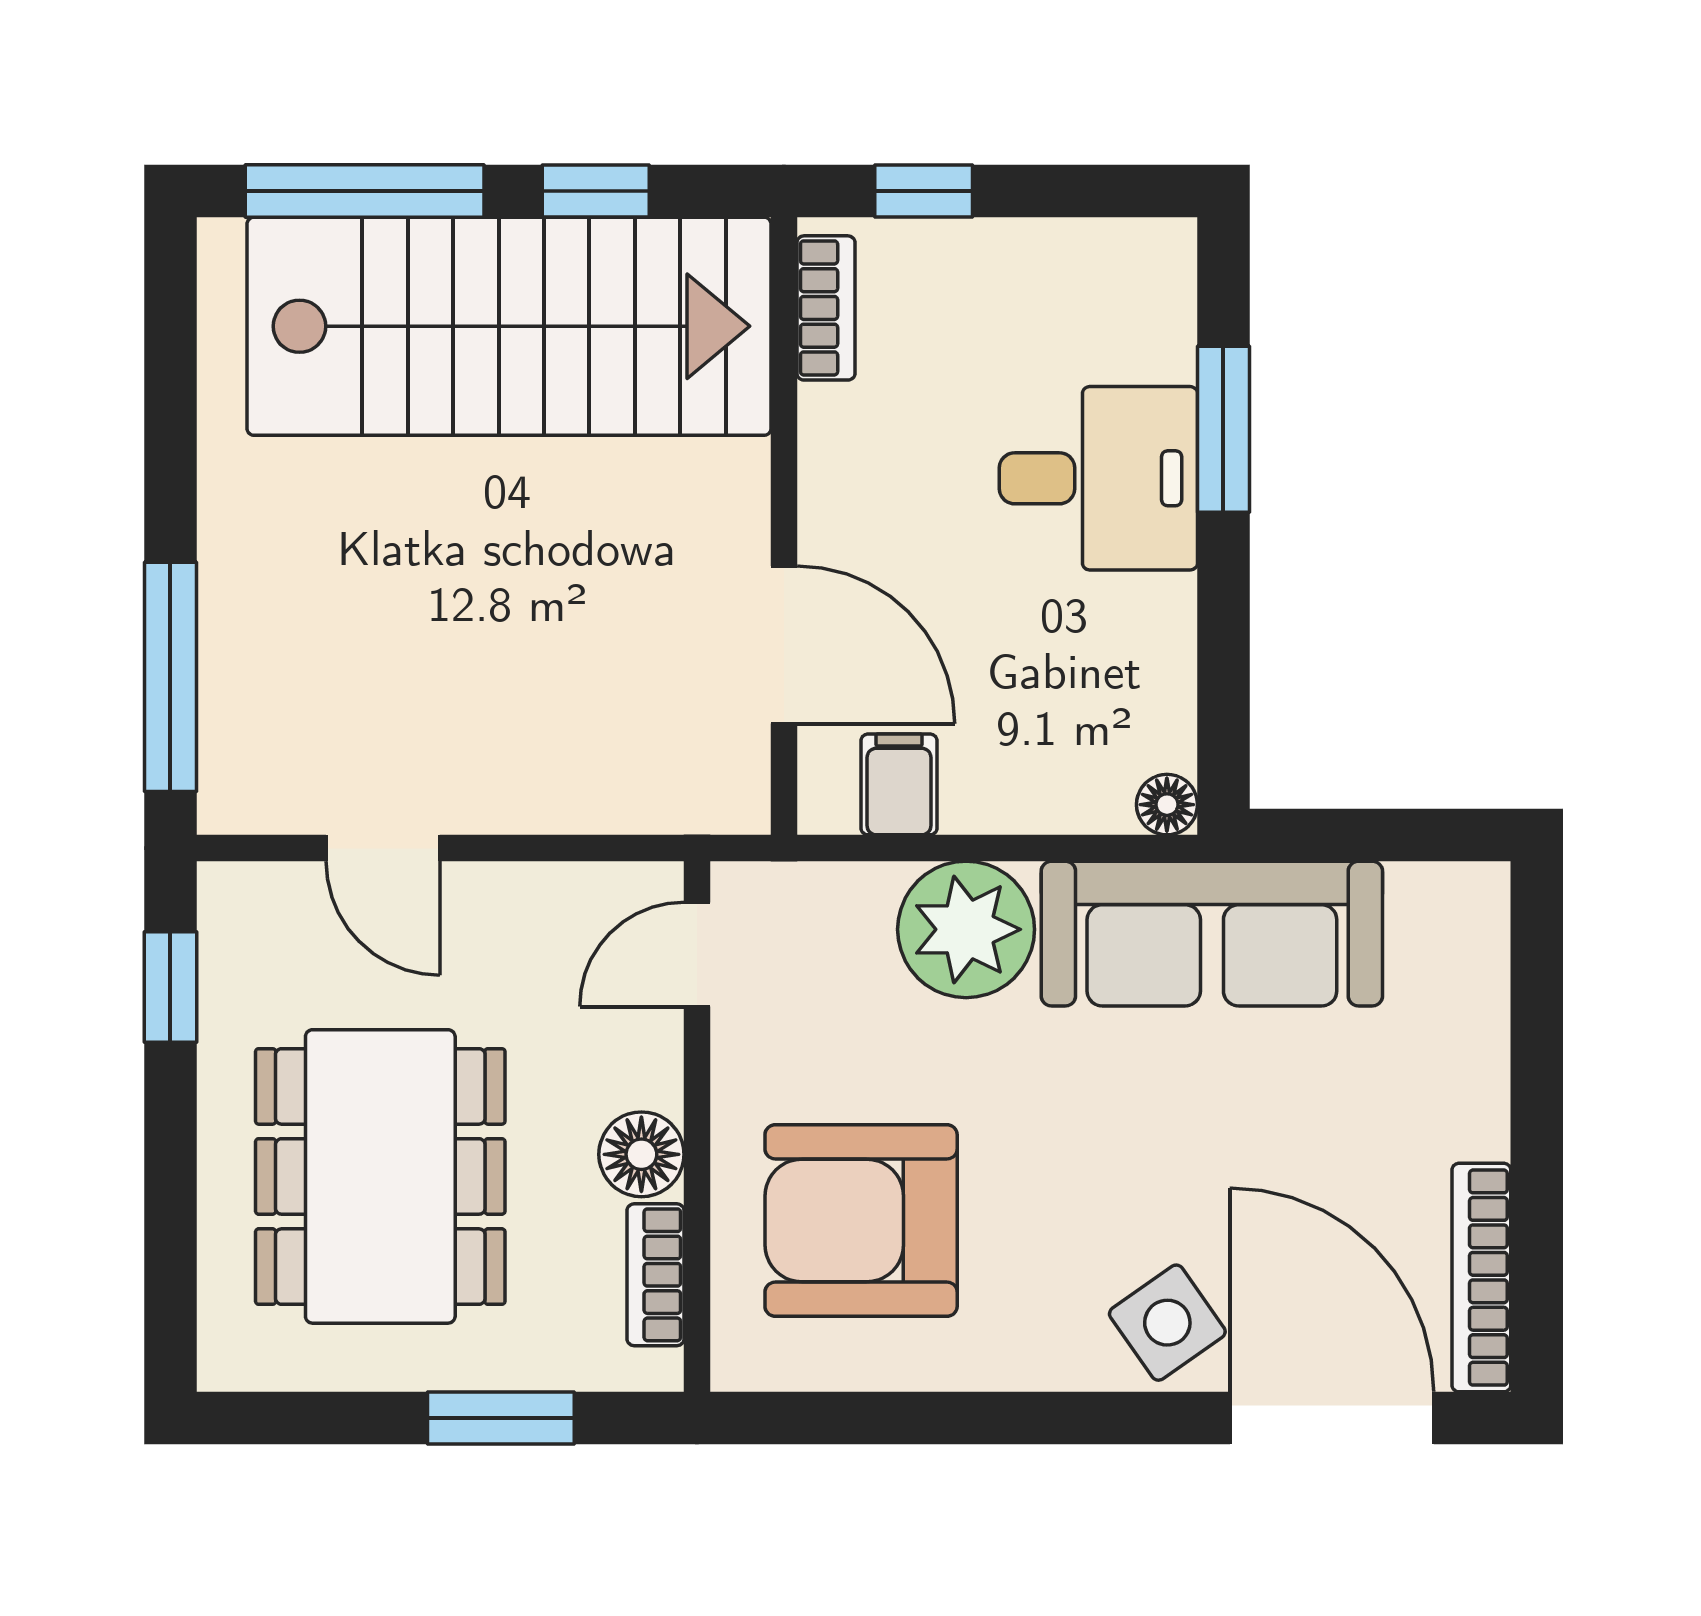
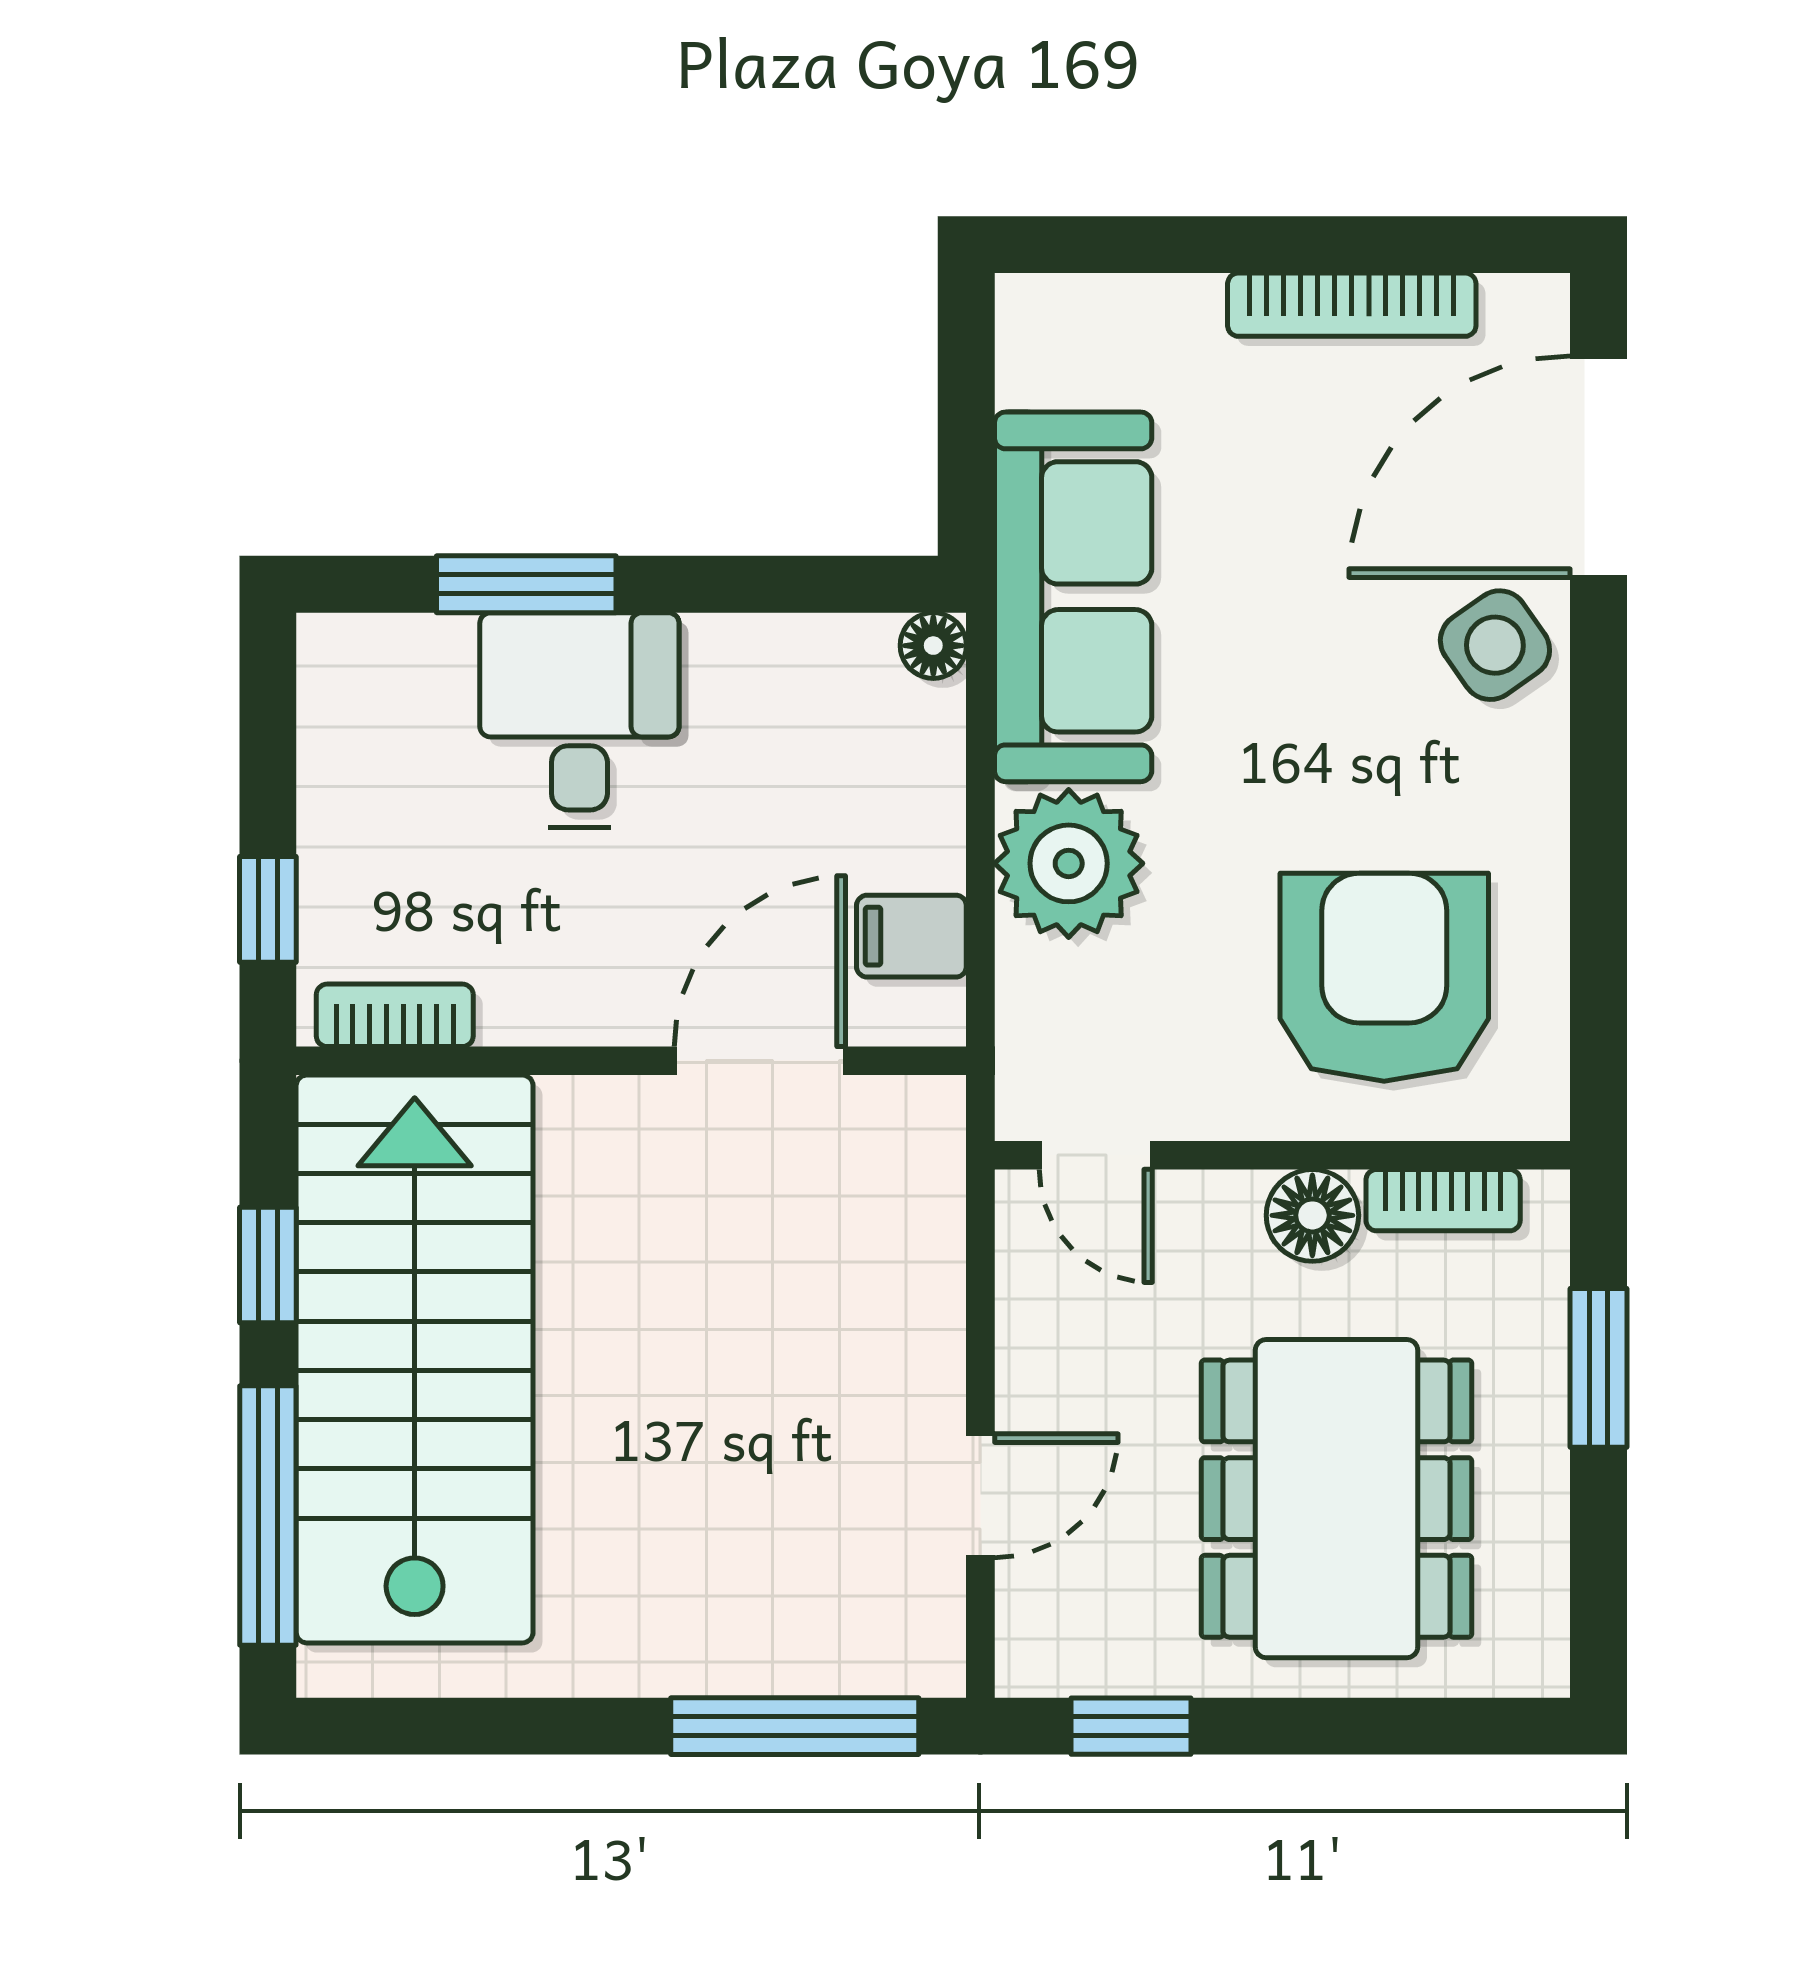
dining table: (380, 1176) -> (1337, 1499), turned 90
armchair: (861, 1221) -> (1384, 977), turned 180
bookcase: (1481, 1278) -> (1352, 305), moved

